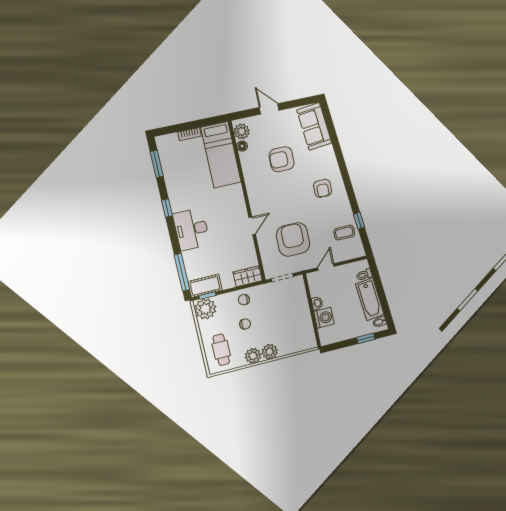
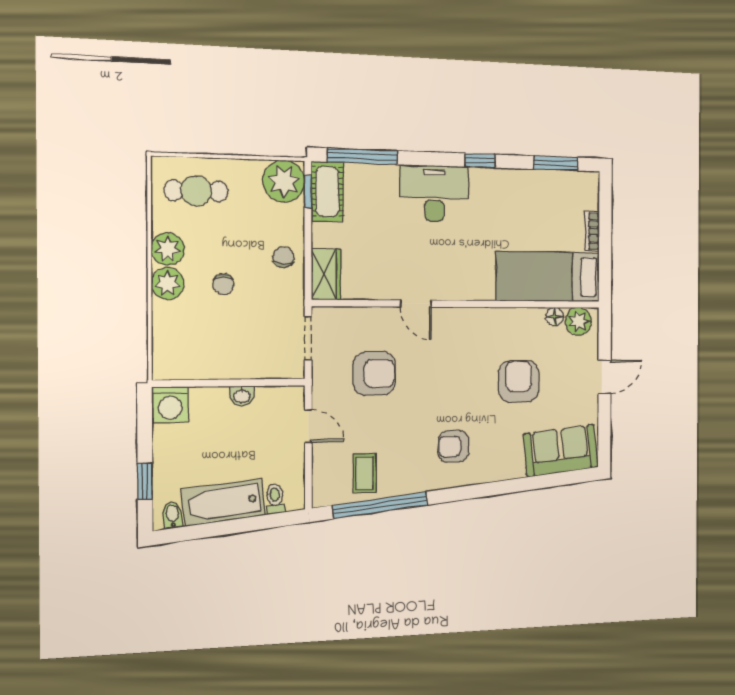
window: (359, 221) -> (380, 505), width x3.17
armchair: (293, 240) -> (374, 374), width x0.73, depth x0.73
washing machine: (324, 318) -> (170, 405), moved
chair: (245, 324) -> (223, 284), moved

